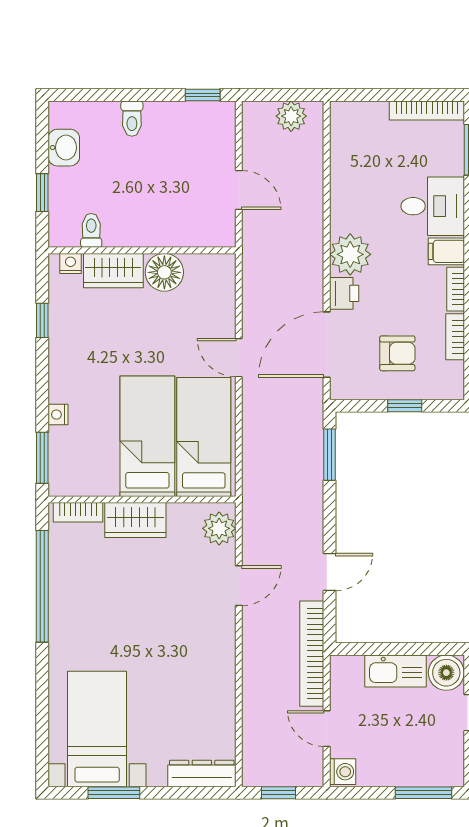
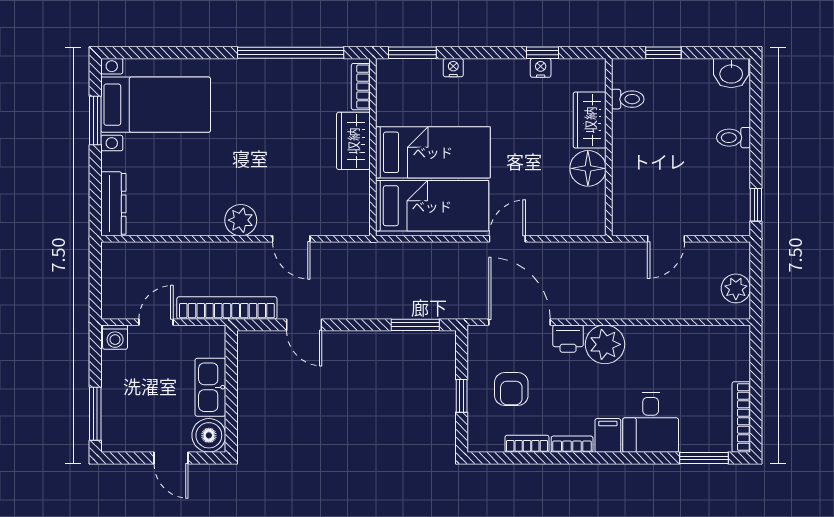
washbasin: (64, 148) -> (731, 73), moved
nightstand: (70, 263) -> (541, 68), moved, turned -90
plant: (219, 528) -> (241, 220), moved
window: (278, 793) -> (95, 276), removed

